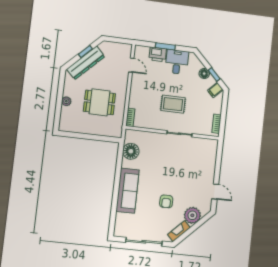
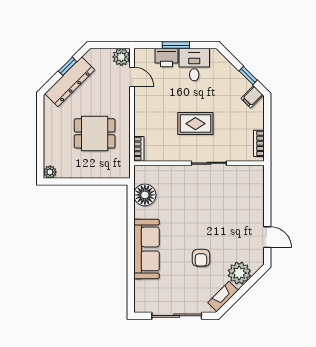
plant: (125, 50) -> (121, 57), added
floor lamp: (204, 74) -> (234, 76), removed
plant: (66, 101) -> (50, 172), moved

